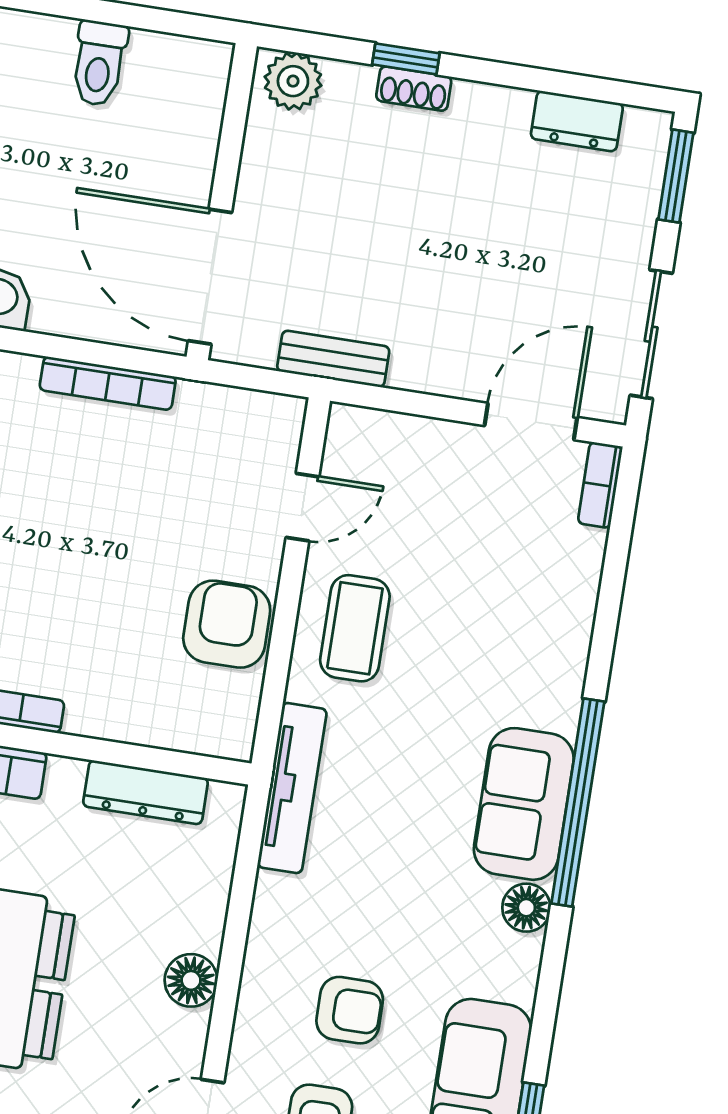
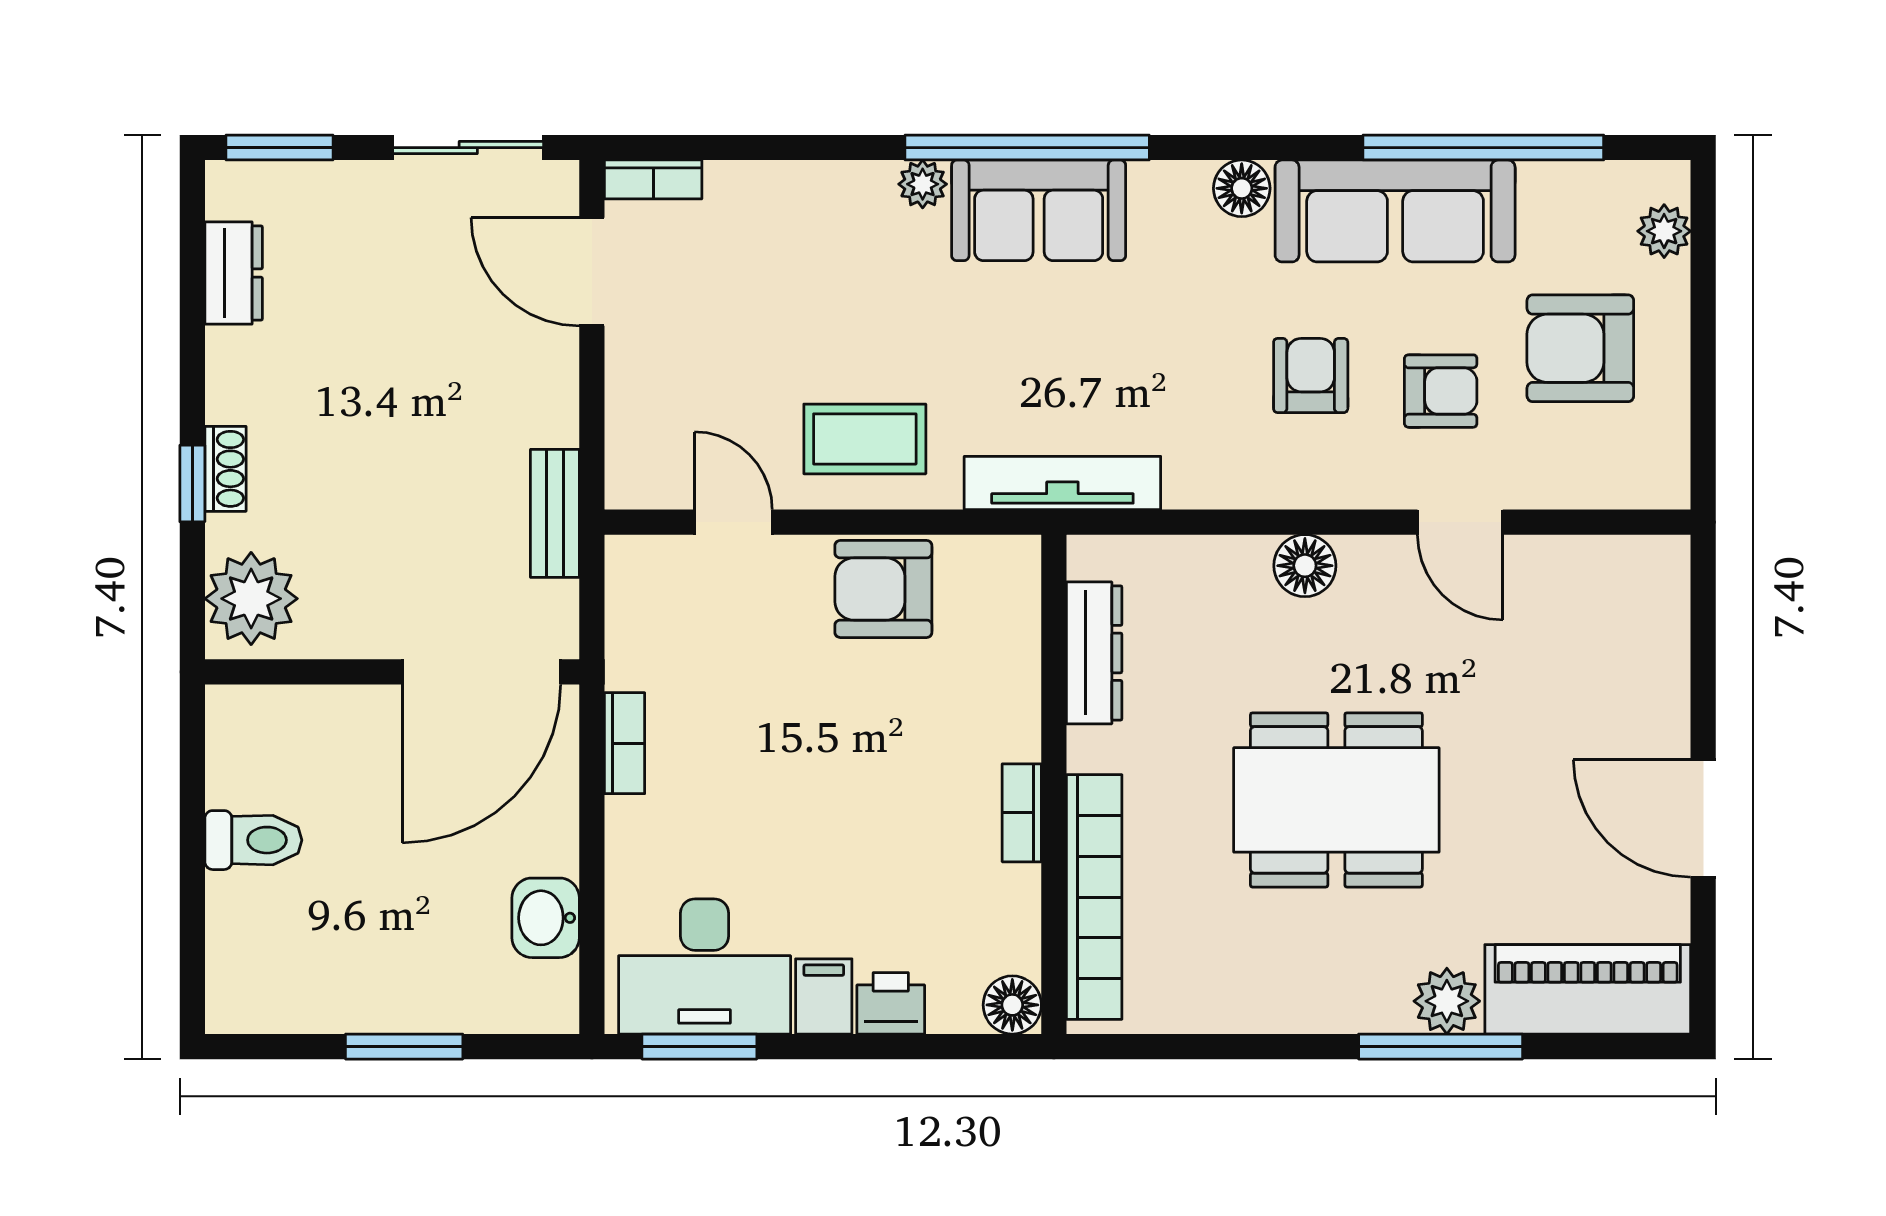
plant: (293, 81) -> (251, 599), width x1.36, depth x1.36
bookcase: (108, 383) -> (625, 743), width x0.64
plant: (561, 710) -> (923, 184), added
floor lamp: (526, 908) -> (1242, 188), moved

